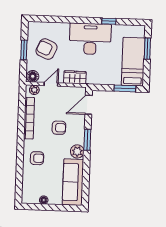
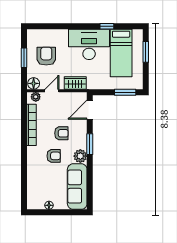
armchair: (46, 49) -> (46, 56), turned 66
bed: (133, 62) -> (121, 53), moved, turned 180
armchair: (37, 158) -> (54, 156), moved

